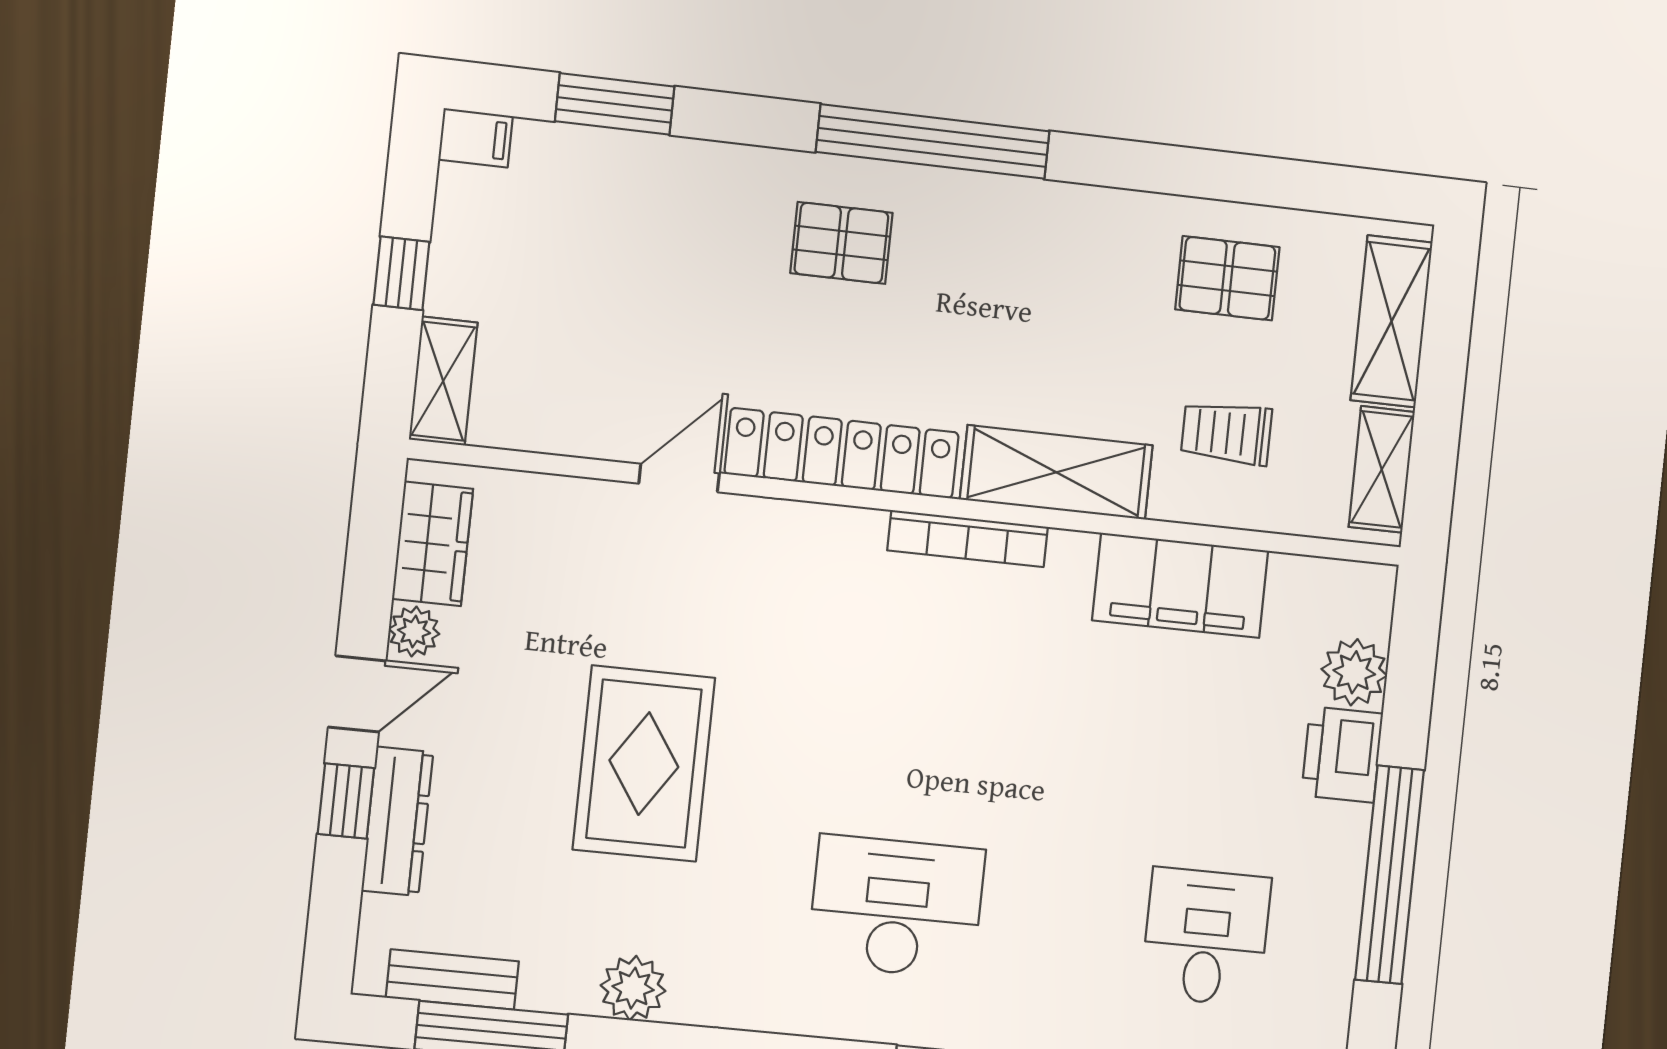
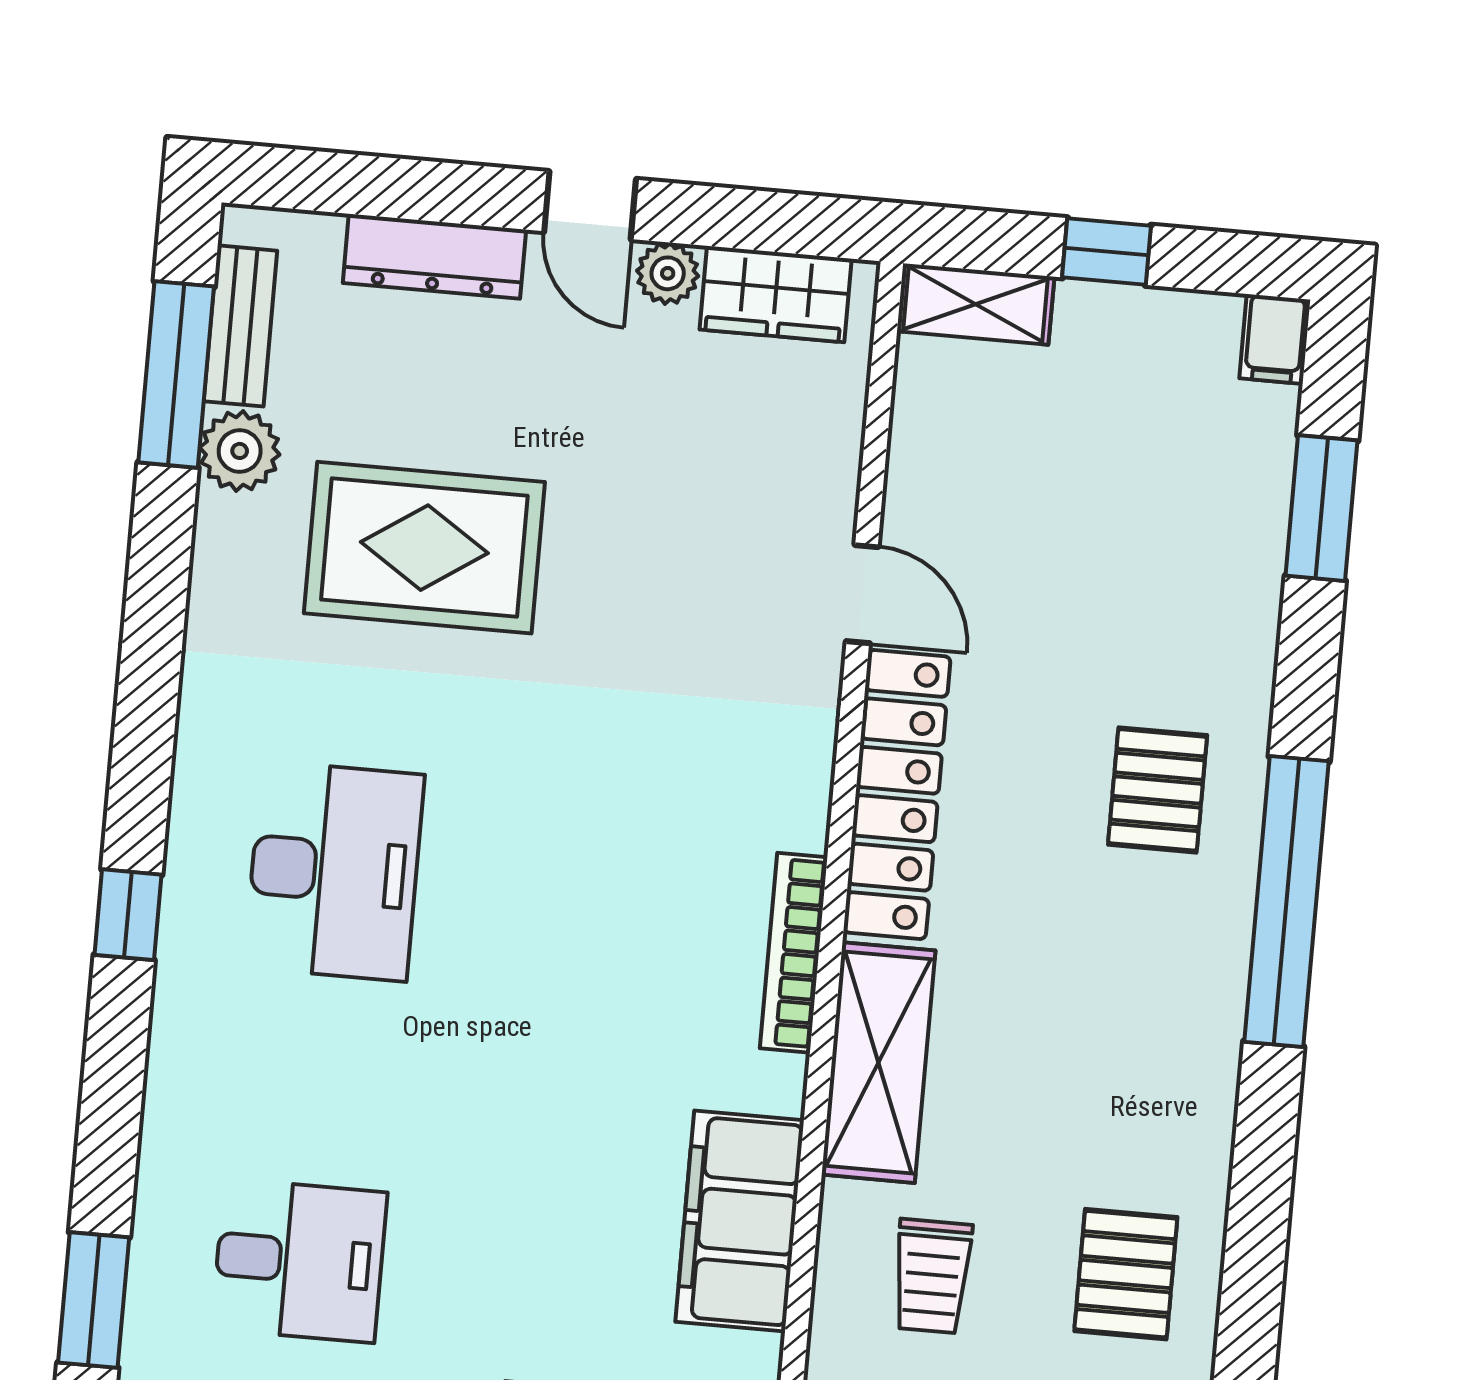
trolley: (1226, 433) -> (932, 1276), turned 180
rug: (644, 764) -> (424, 548), moved
window: (346, 801) -> (459, 194), removed
plant: (633, 988) -> (240, 451), moved

